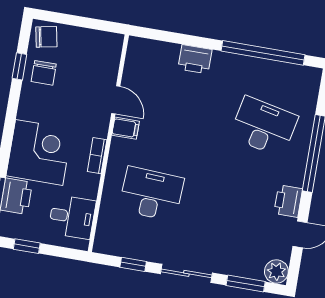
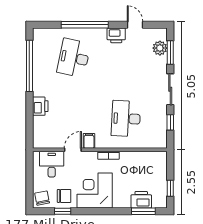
corner desk: (39, 152) -> (95, 191), moved
desk: (72, 217) -> (52, 164), moved
plant: (276, 272) -> (160, 48), moved

